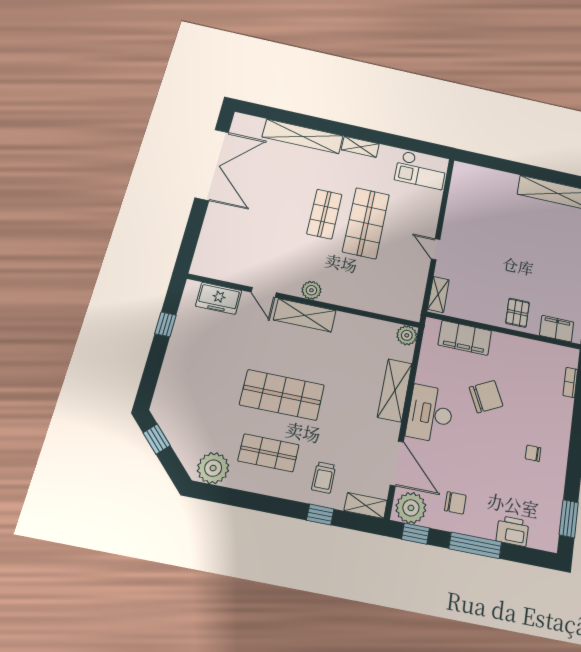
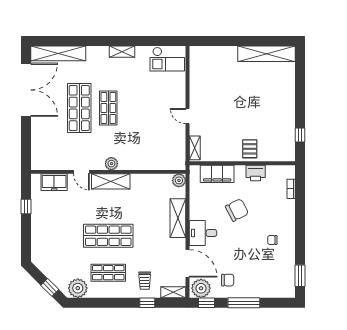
shelving: (303, 136) -> (58, 53), moved
shop shelf: (366, 223) -> (79, 108), moved
filing cabinet: (557, 329) -> (278, 154), removed
desk: (430, 414) -> (203, 233), width x0.73
window: (157, 439) -> (50, 287), moved
printer: (513, 531) -> (256, 173), moved, turned 180

